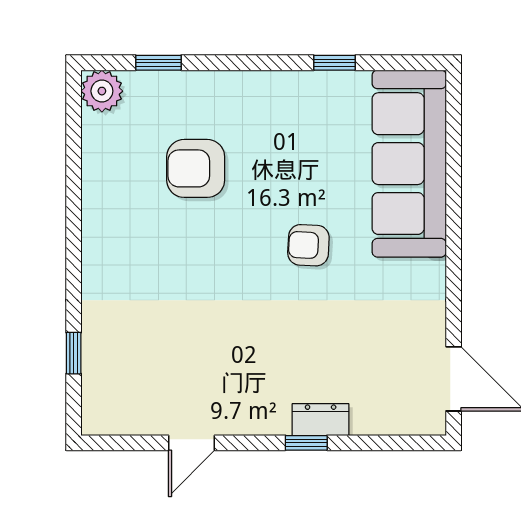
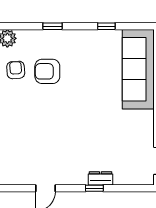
window: (158, 63) -> (52, 26), moved
armchair: (308, 245) -> (16, 70), moved, turned 83

